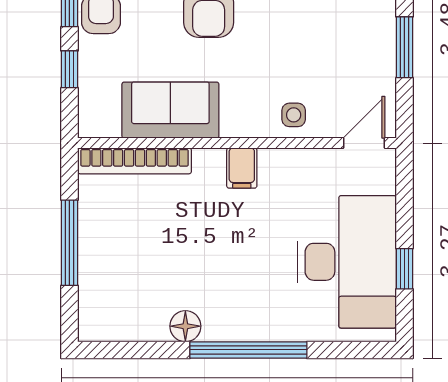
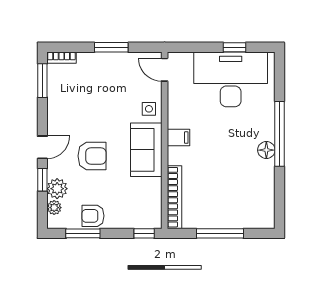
window: (69, 69) -> (144, 233), moved
sofa: (170, 110) -> (146, 150), moved
floor lamp: (185, 326) -> (266, 150), moved

